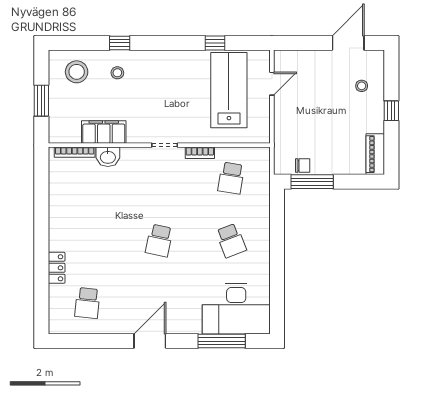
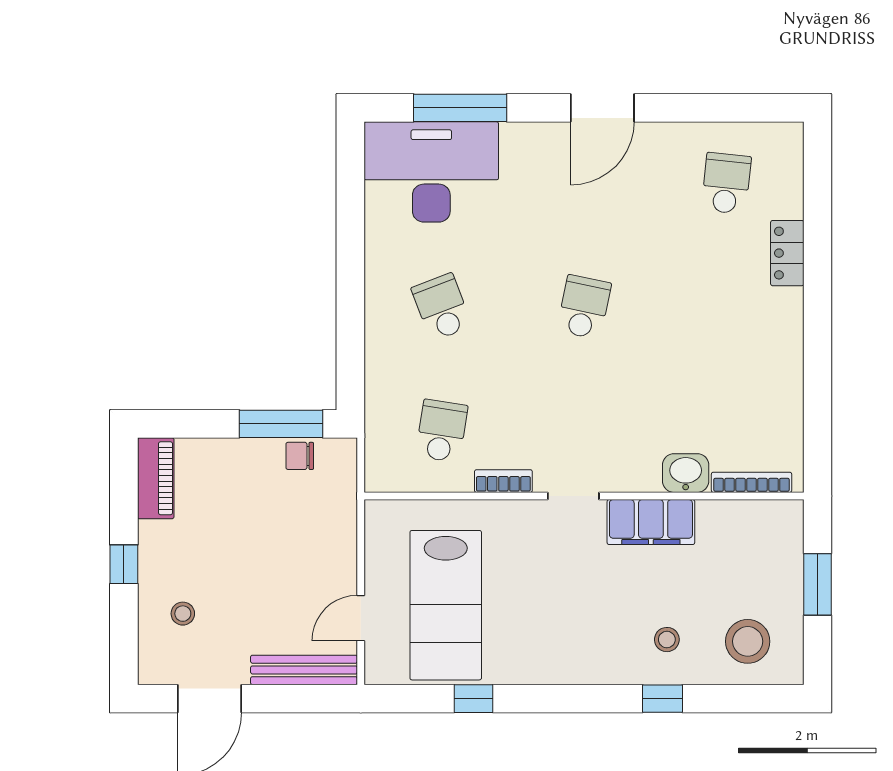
bench: (300, 57) -> (304, 670), added
filing cabinet: (104, 132) -> (651, 522), moved

